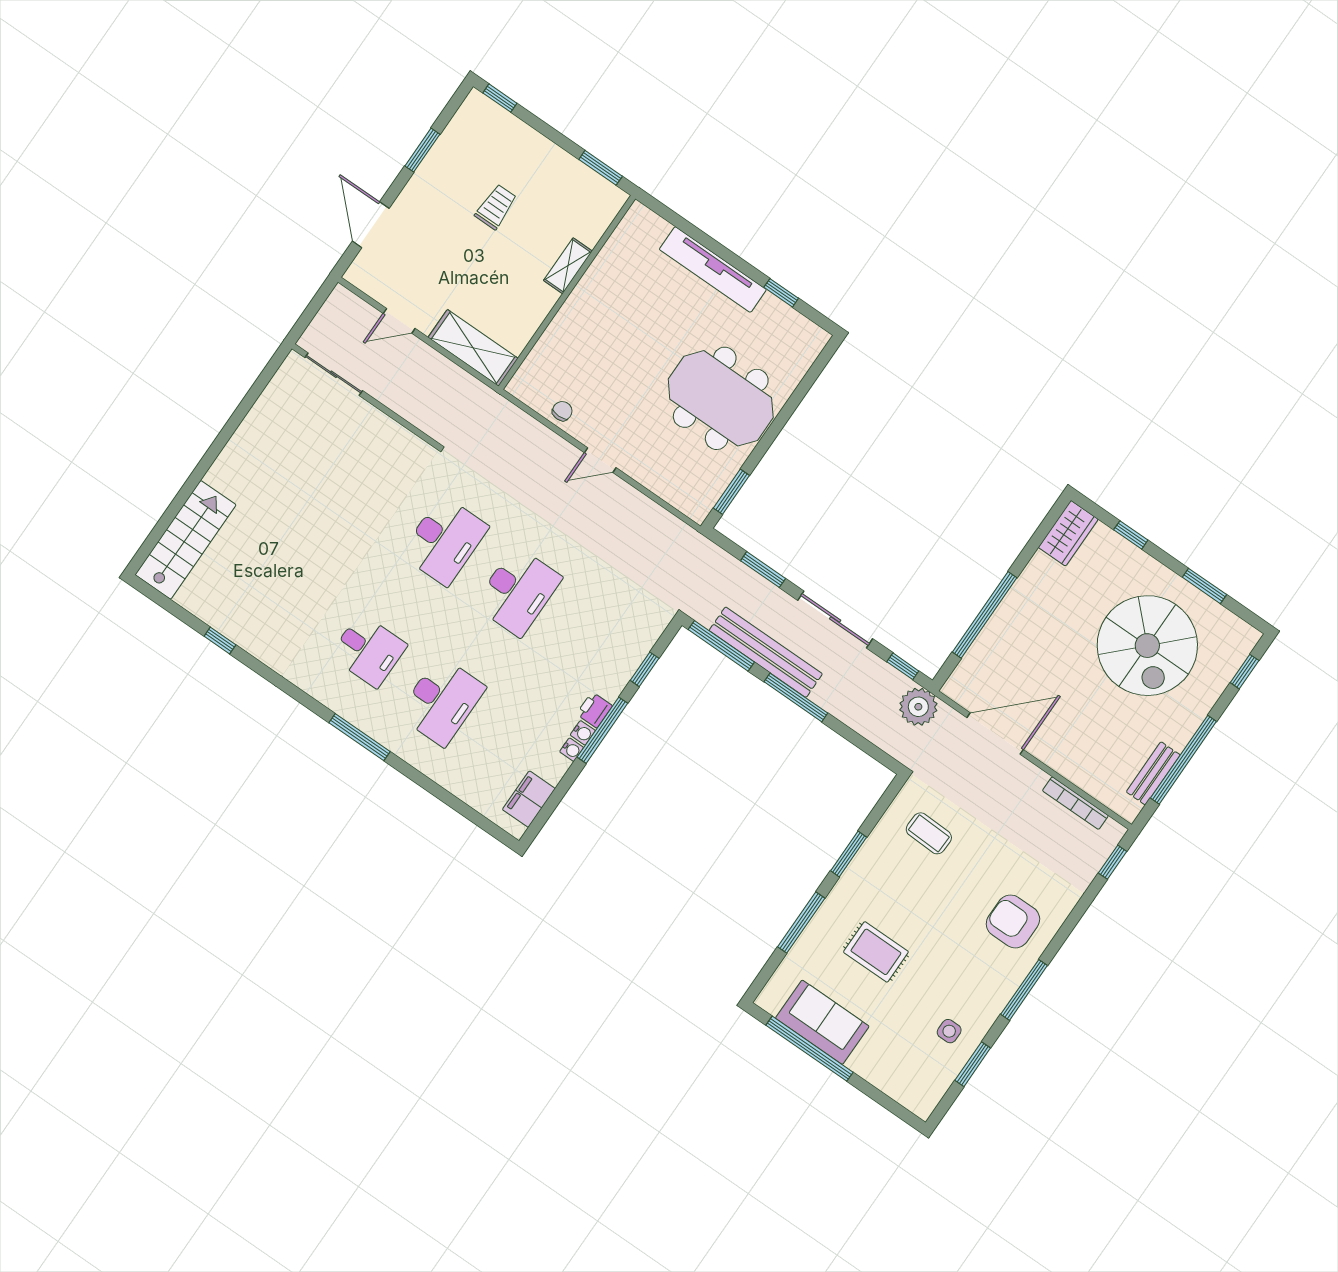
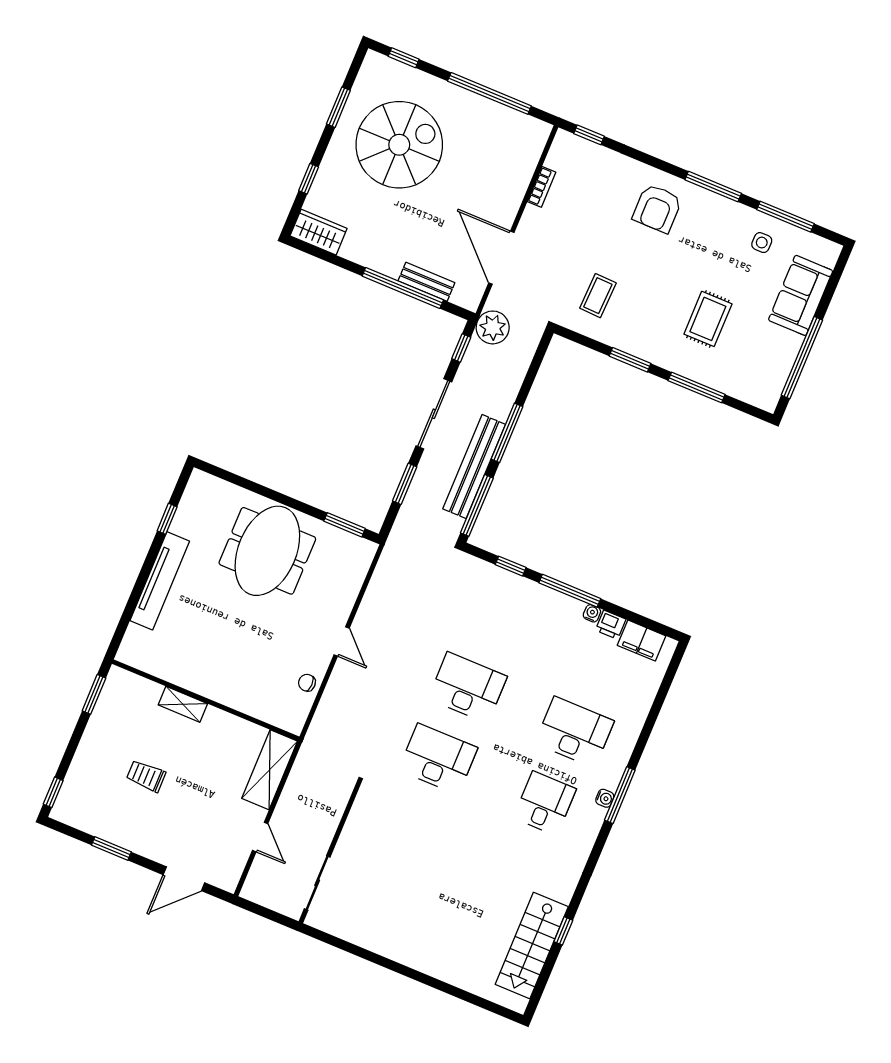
stairs: (186, 540) -> (532, 946), moved, turned -90
printer: (594, 710) -> (611, 625), moved
water cooler: (583, 733) -> (605, 798), moved, turned 90
bench: (1153, 773) -> (426, 282), moved
bookcase: (1075, 803) -> (542, 187), width x0.64
sofa: (822, 1022) -> (801, 295), moved
window: (973, 1064) -> (785, 217), width x1.44

